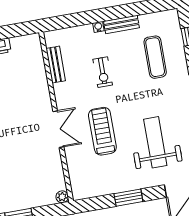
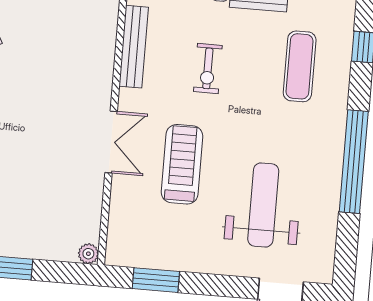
bench: (56, 65) -> (134, 47), width x1.36
window: (128, 198) -> (156, 280), moved

